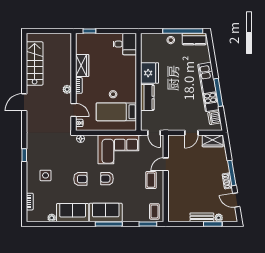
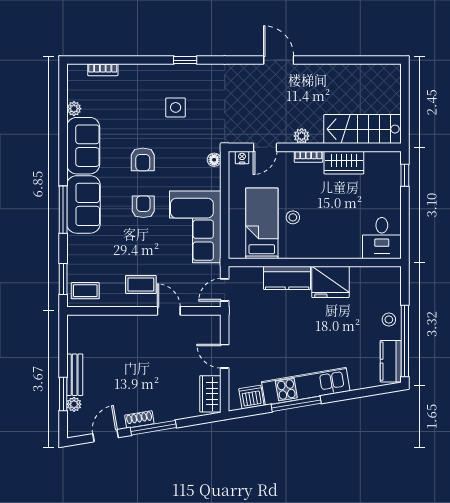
stairs: (35, 63) -> (363, 129), moved, turned 180
side table: (46, 175) -> (176, 107), moved

